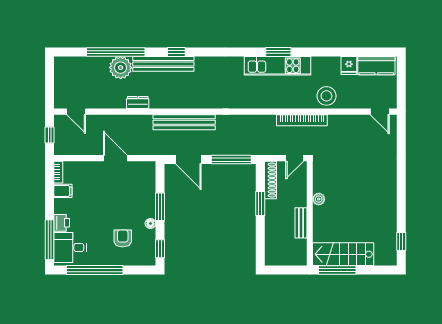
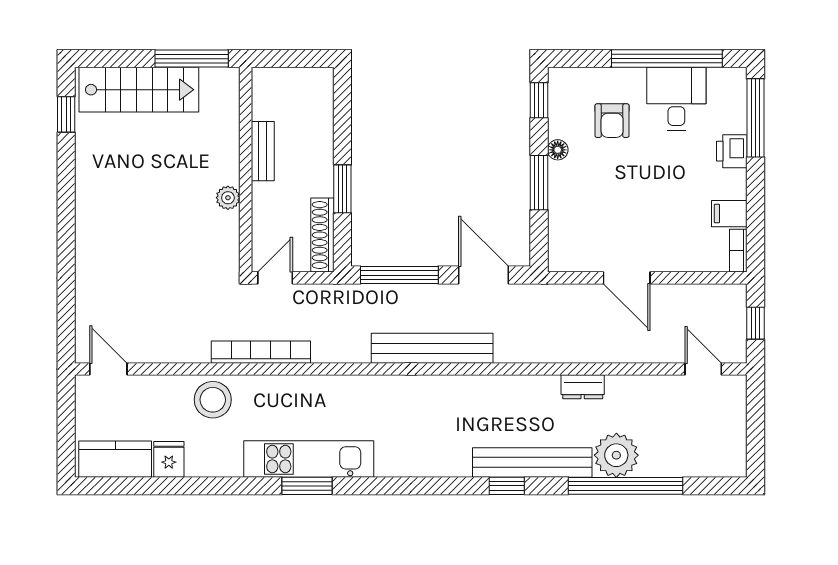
bench: (184, 122) -> (432, 348), moved
desk: (70, 247) -> (676, 99), moved, turned -90
stairs: (343, 254) -> (139, 90), moved

